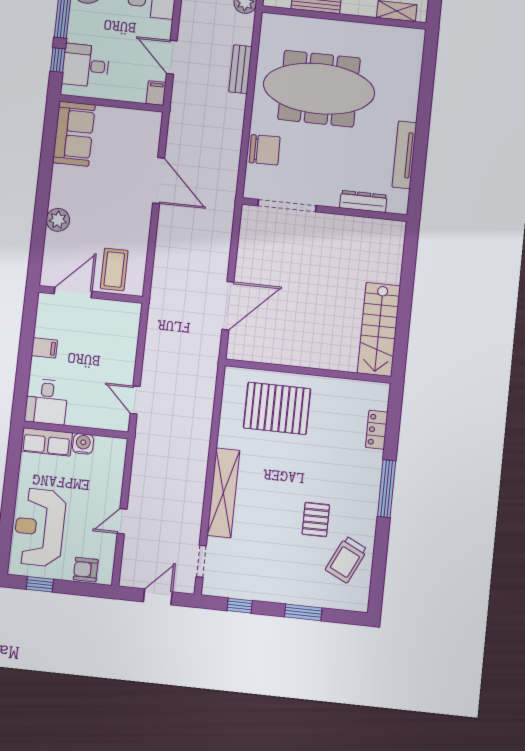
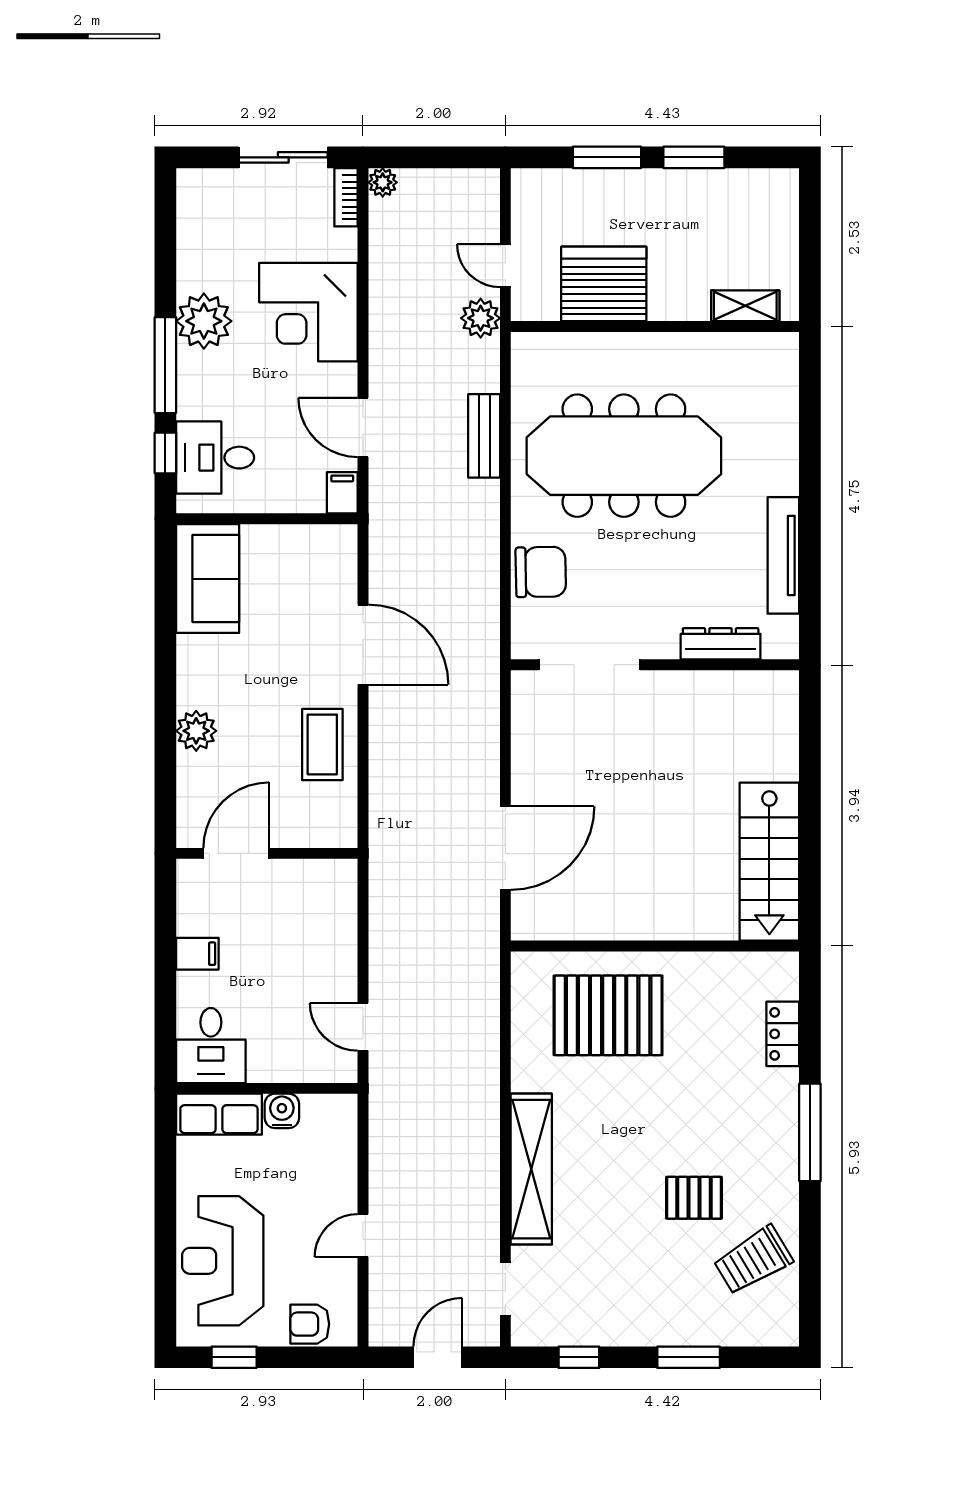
coffee table: (114, 269) -> (322, 744), moved
pallet: (316, 520) -> (694, 1198), turned 90
trolley: (346, 560) -> (753, 1260), turned 33

